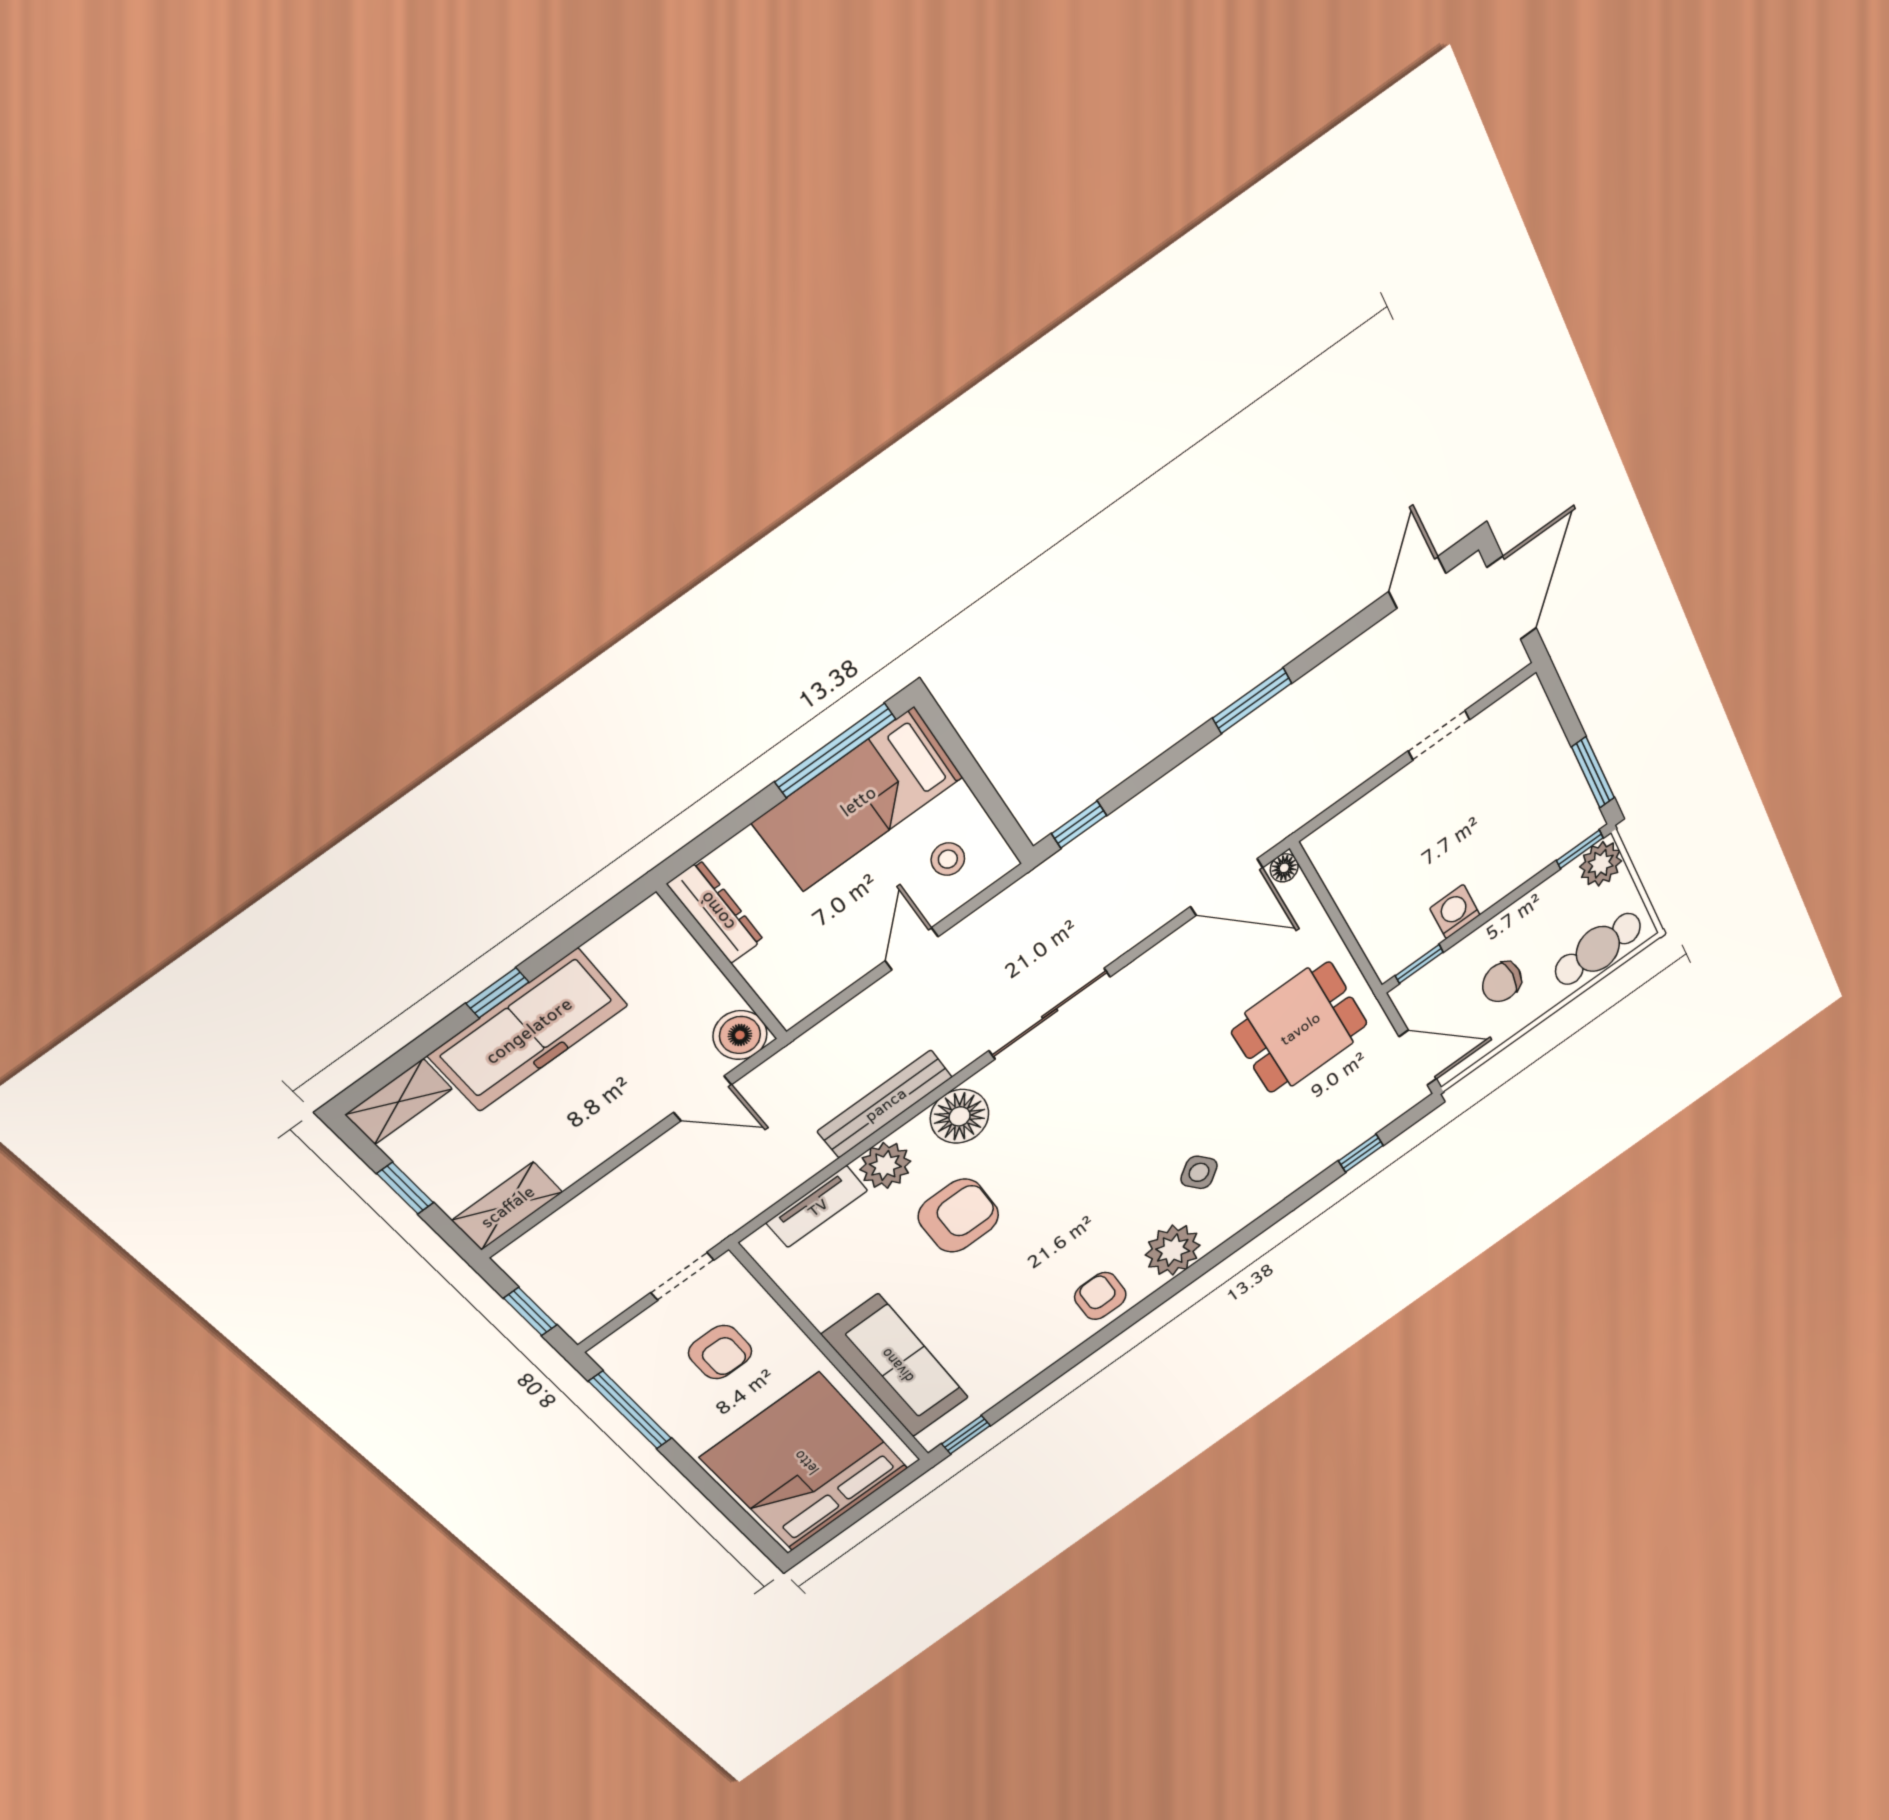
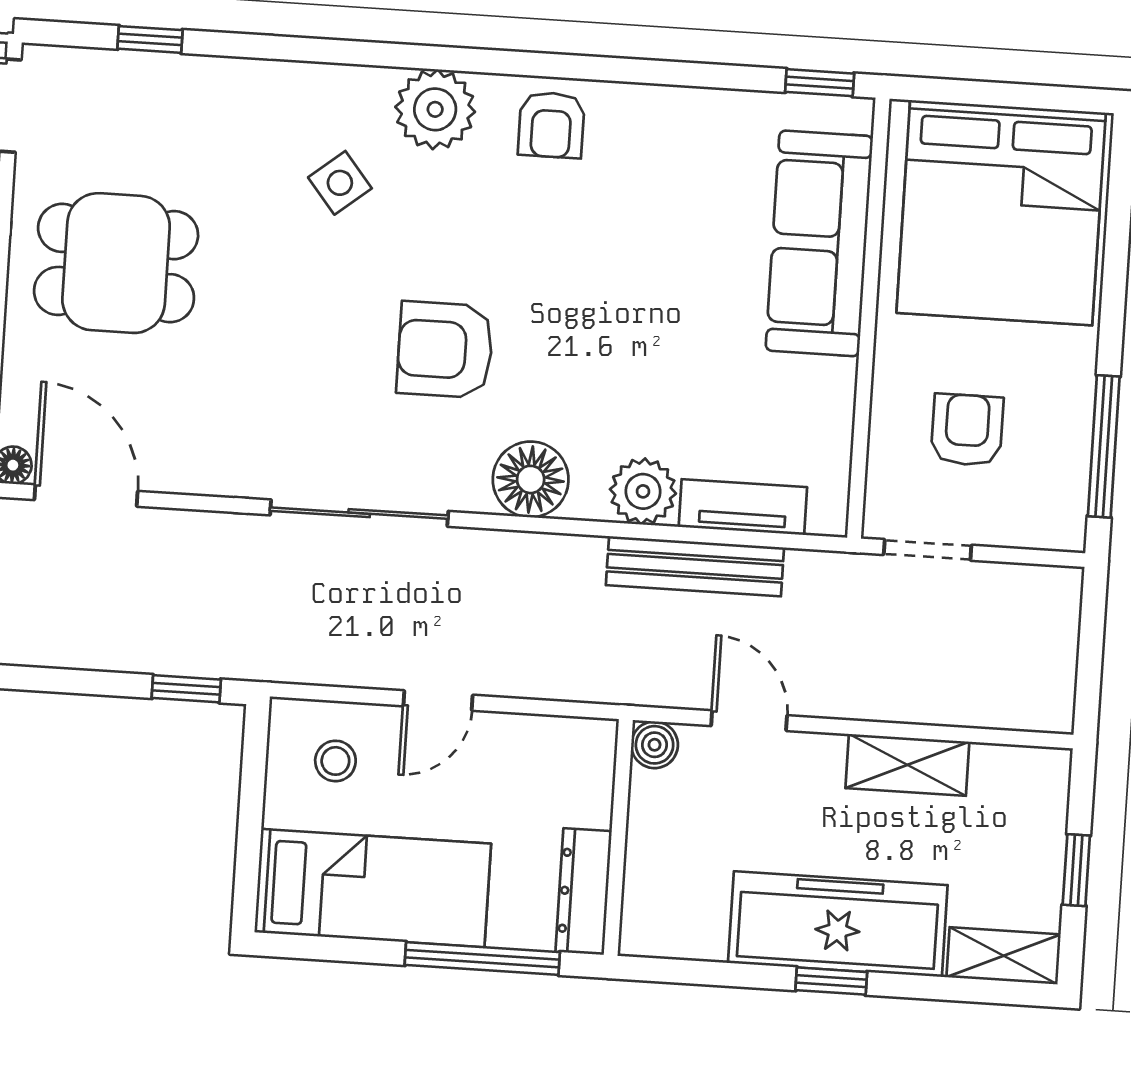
window: (835, 751) -> (482, 959), moved
boiler: (740, 1035) -> (655, 745), width x0.73, depth x0.73
bench: (885, 1104) -> (695, 566), moved
shelving: (507, 1206) -> (907, 765), moved
armchair: (958, 1216) -> (445, 350), moved
window: (530, 1311) -> (1091, 644), removed

